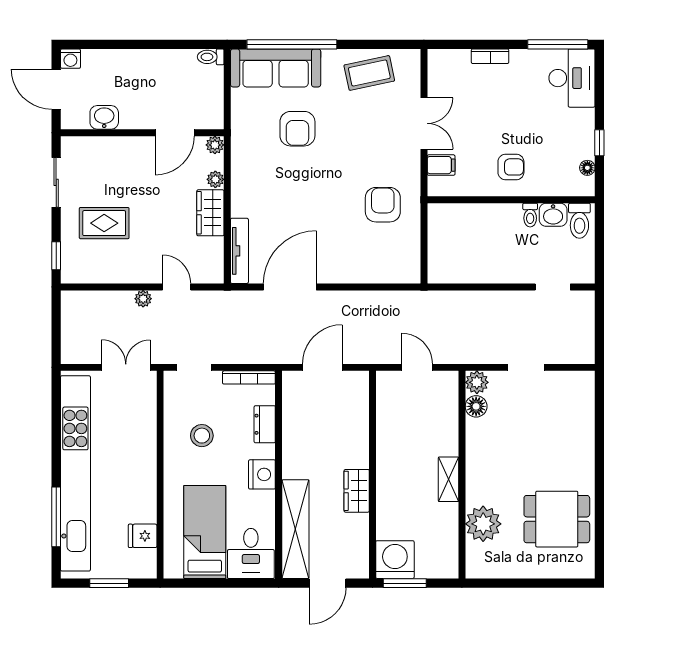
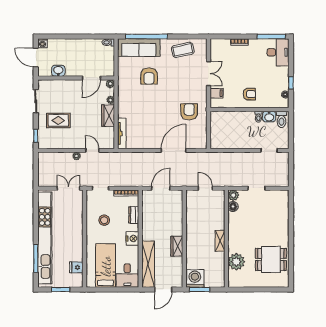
door: (290, 287) -> (174, 150), moved

